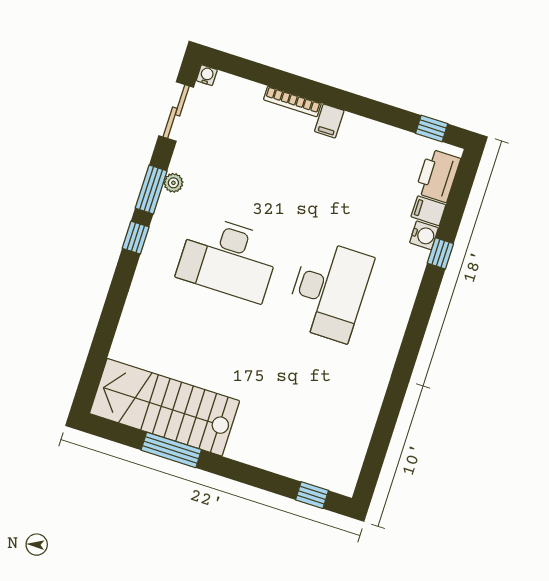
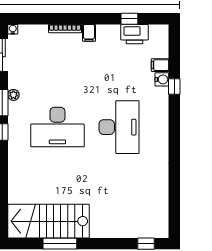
window: (432, 128) -> (129, 19), moved
printer: (438, 176) -> (134, 34), moved, turned -90

